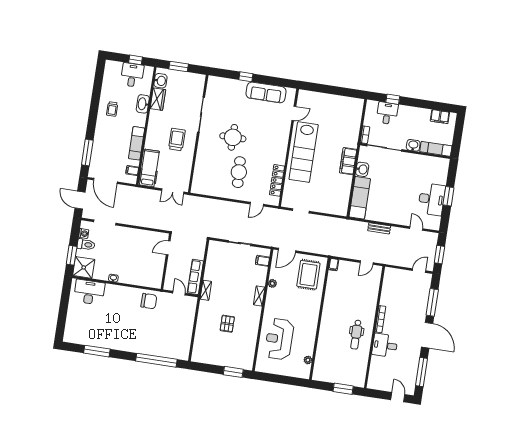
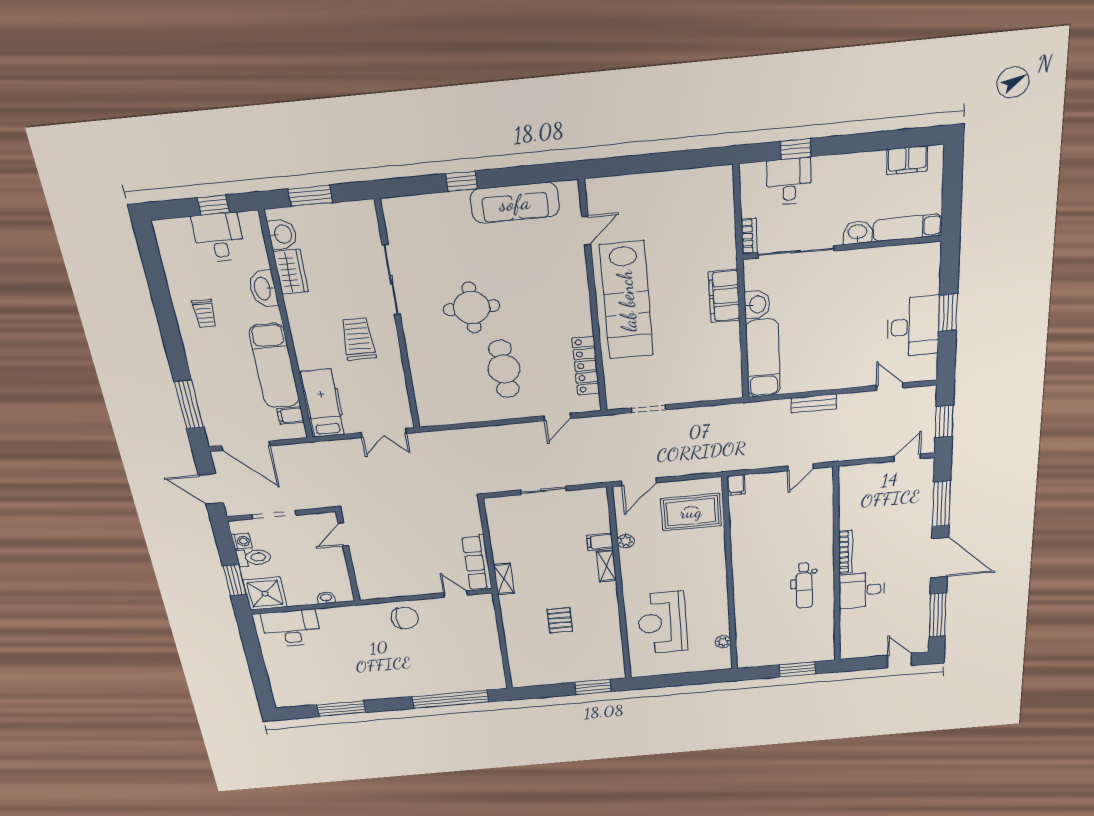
exam couch: (137, 143) -> (274, 366), width x1.36, depth x1.45
door: (168, 248) -> (343, 534), moved
wall: (166, 261) -> (348, 557), moved
filing cabinet: (262, 261) -> (600, 542), moved
rug: (308, 275) -> (691, 512), turned 90

